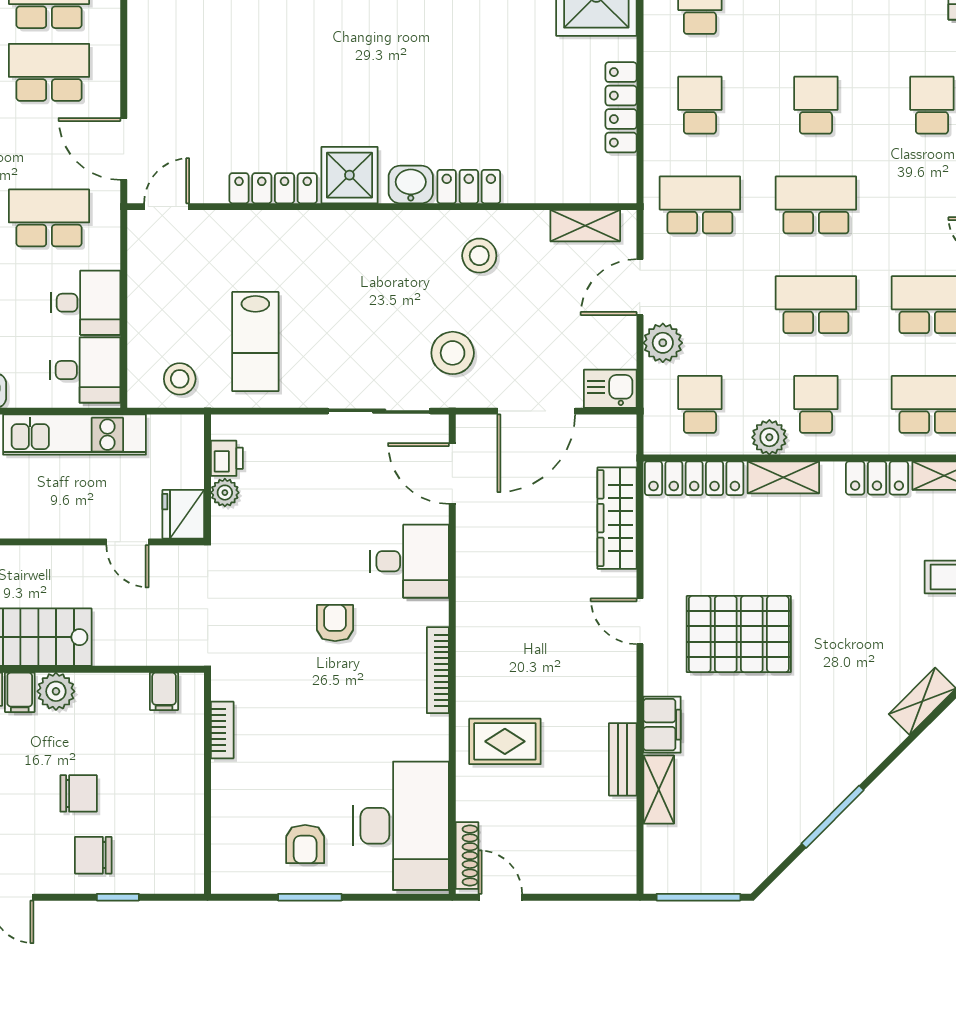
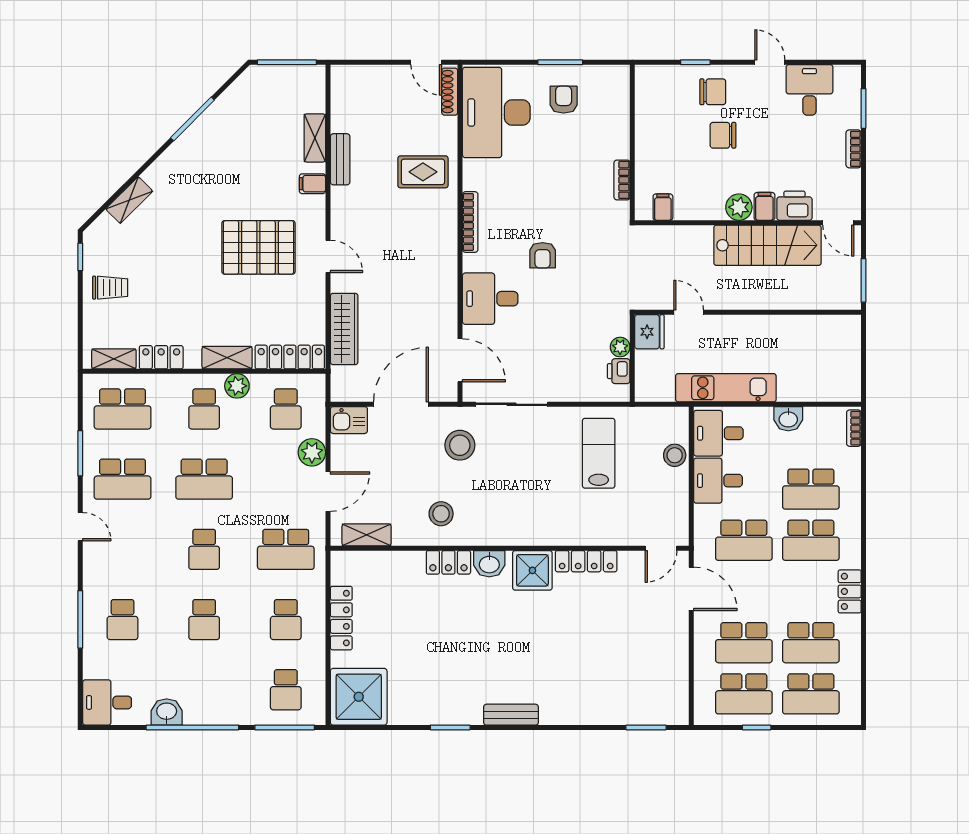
school desk: (816, 205) -> (204, 549), width x0.54
stool: (180, 379) -> (675, 455), moved
filing cabinet: (662, 725) -> (312, 184), width x0.50

